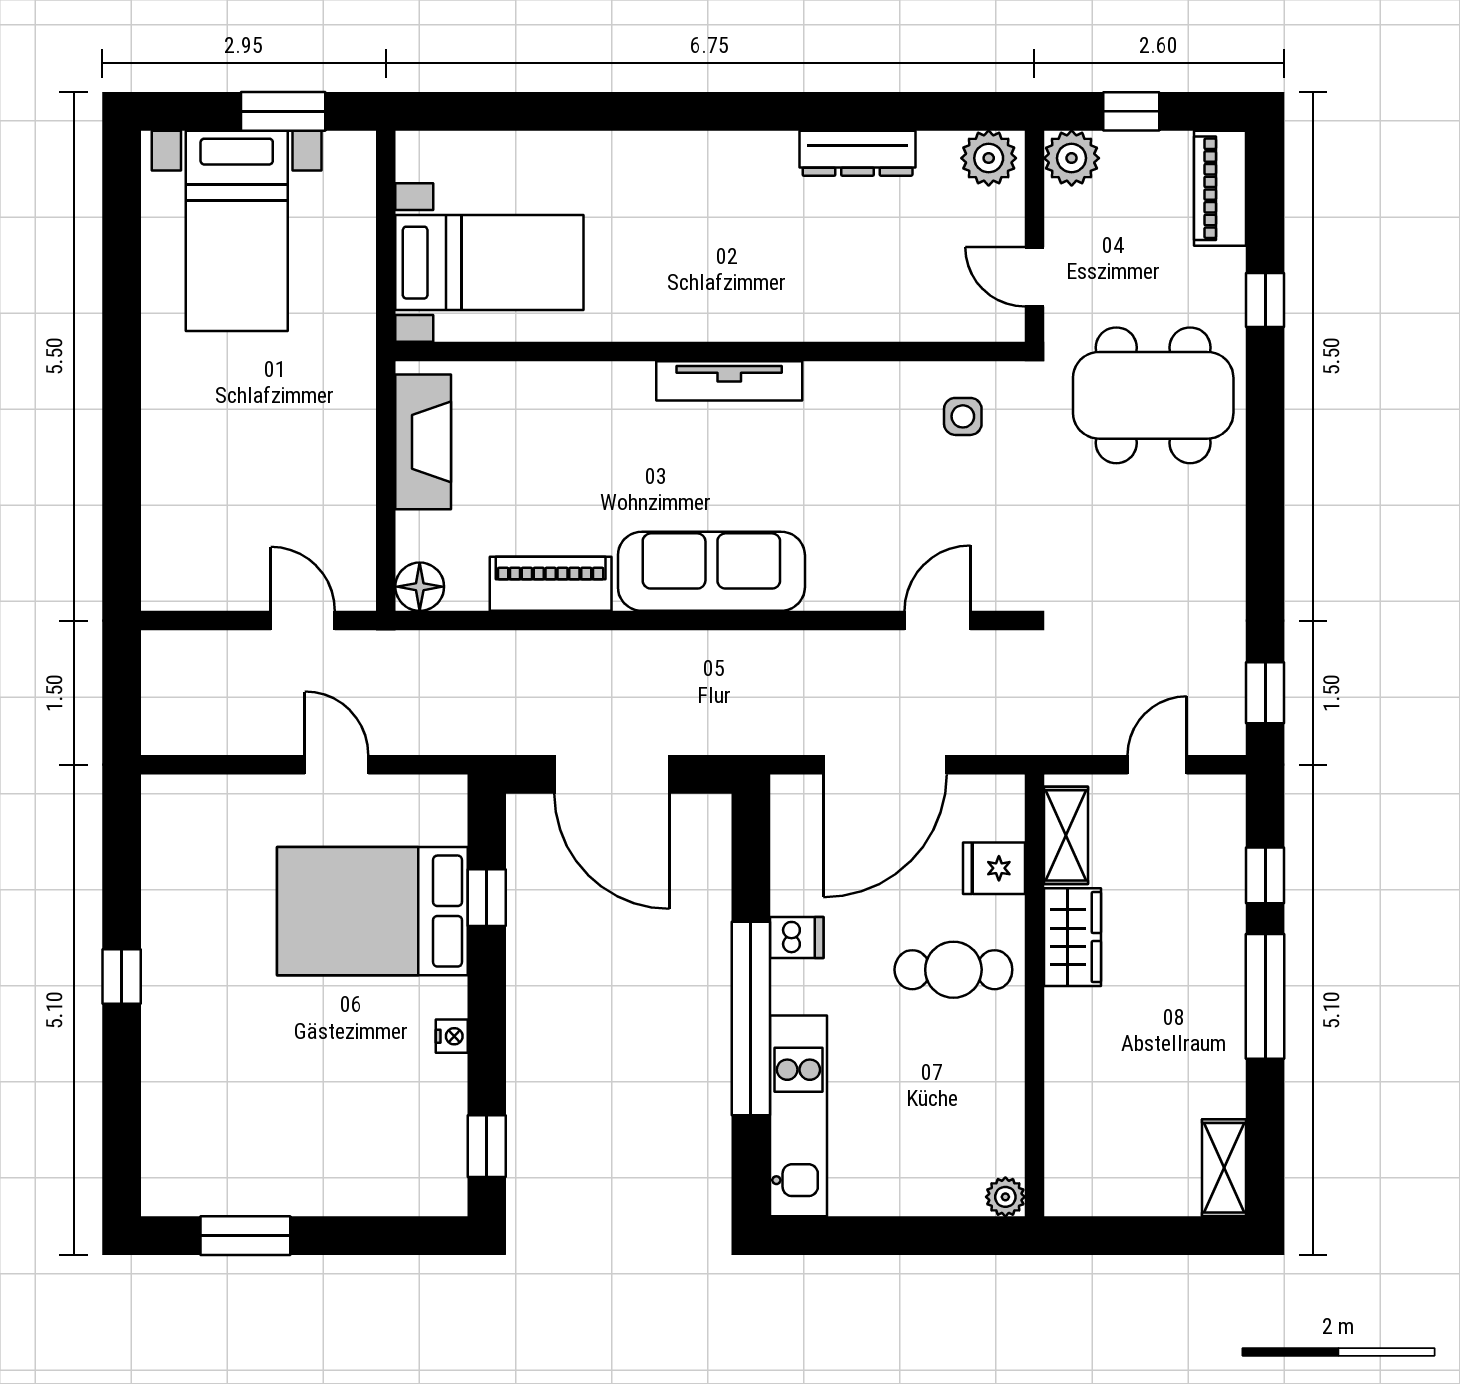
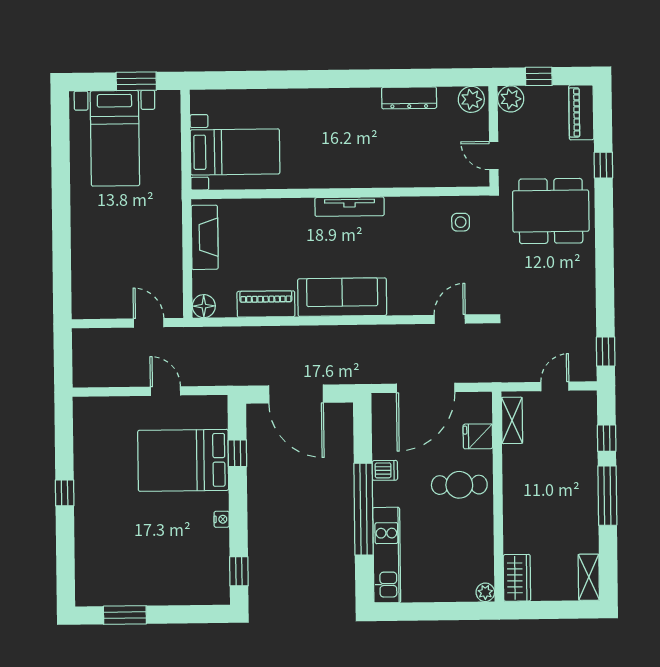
wardrobe: (1072, 937) -> (517, 578), moved

